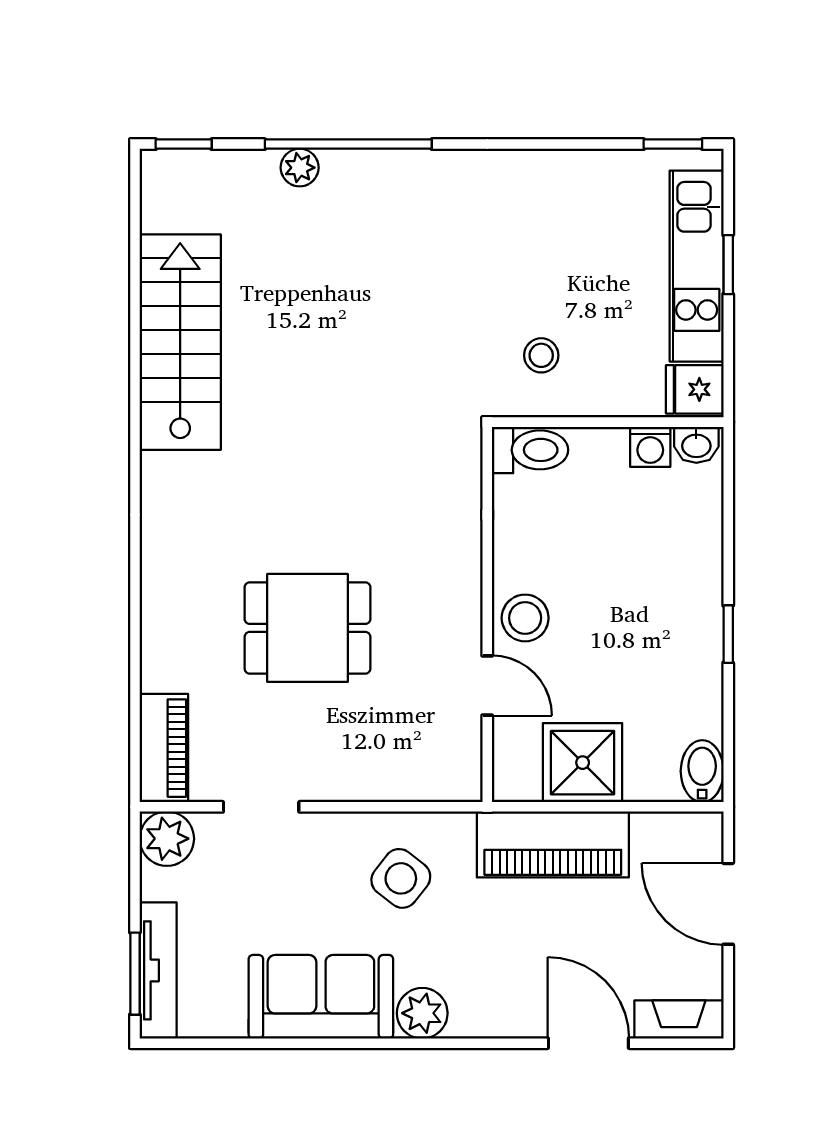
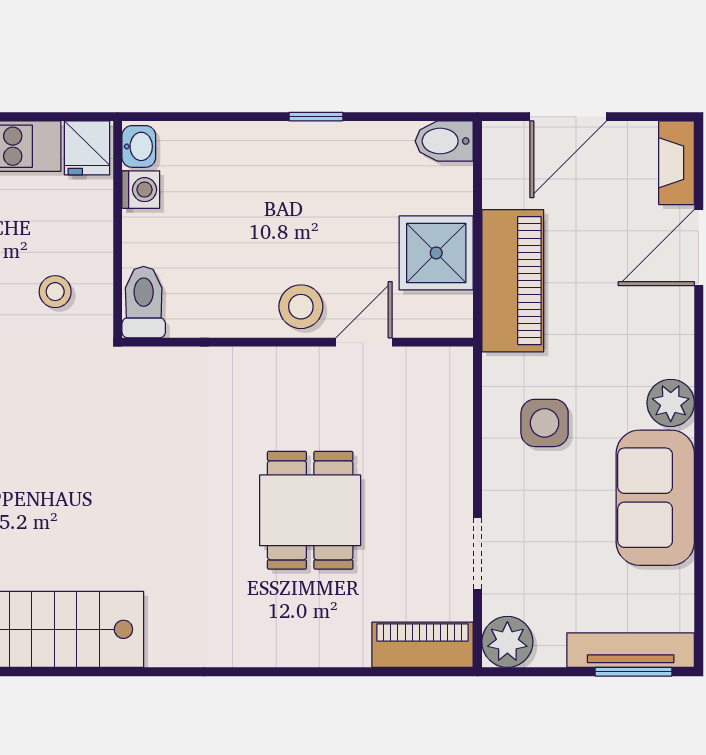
side table: (401, 878) -> (545, 423), turned -38

